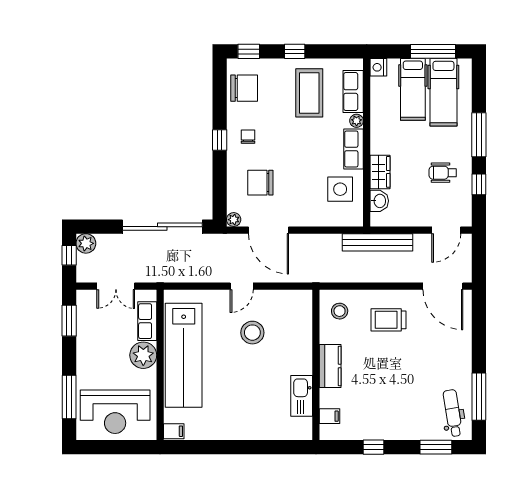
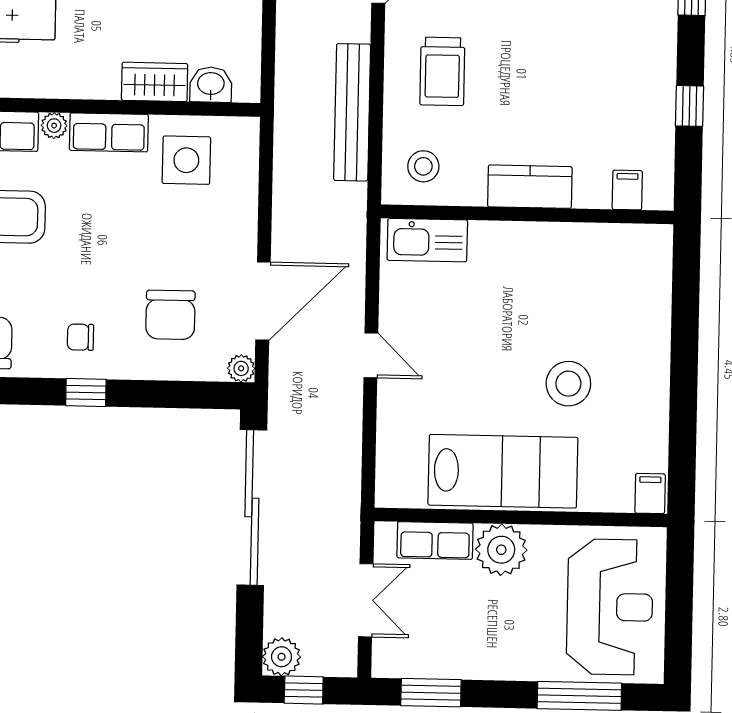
bench: (377, 242) -> (352, 112), moved
stool: (252, 333) -> (568, 384), moved
lab bench: (184, 355) -> (503, 471), width x0.73
kitchen sink: (302, 396) -> (427, 240), moved

